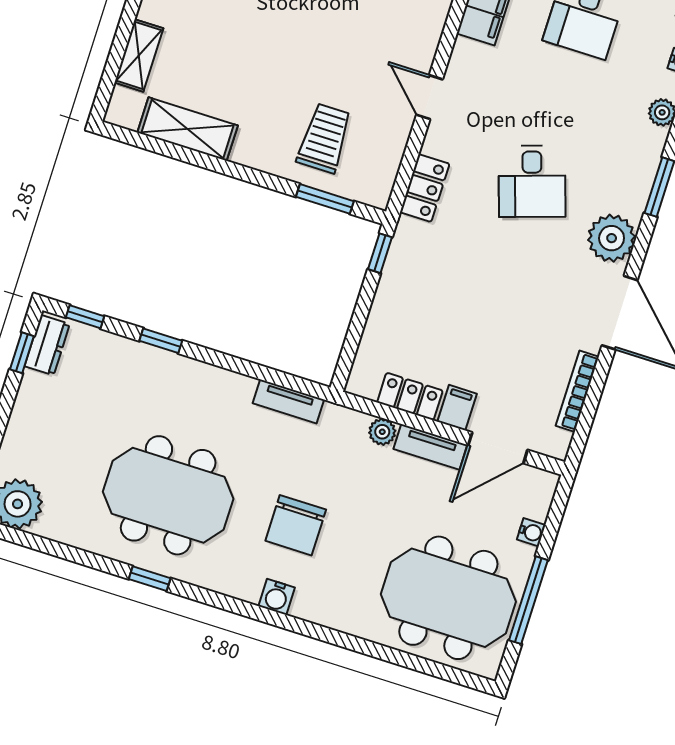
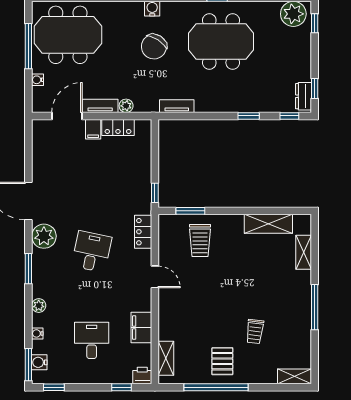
desk: (532, 181) -> (92, 252), turned 30
bookcase: (577, 391) -> (37, 156), removed
chair: (296, 525) -> (154, 47), turned -147

